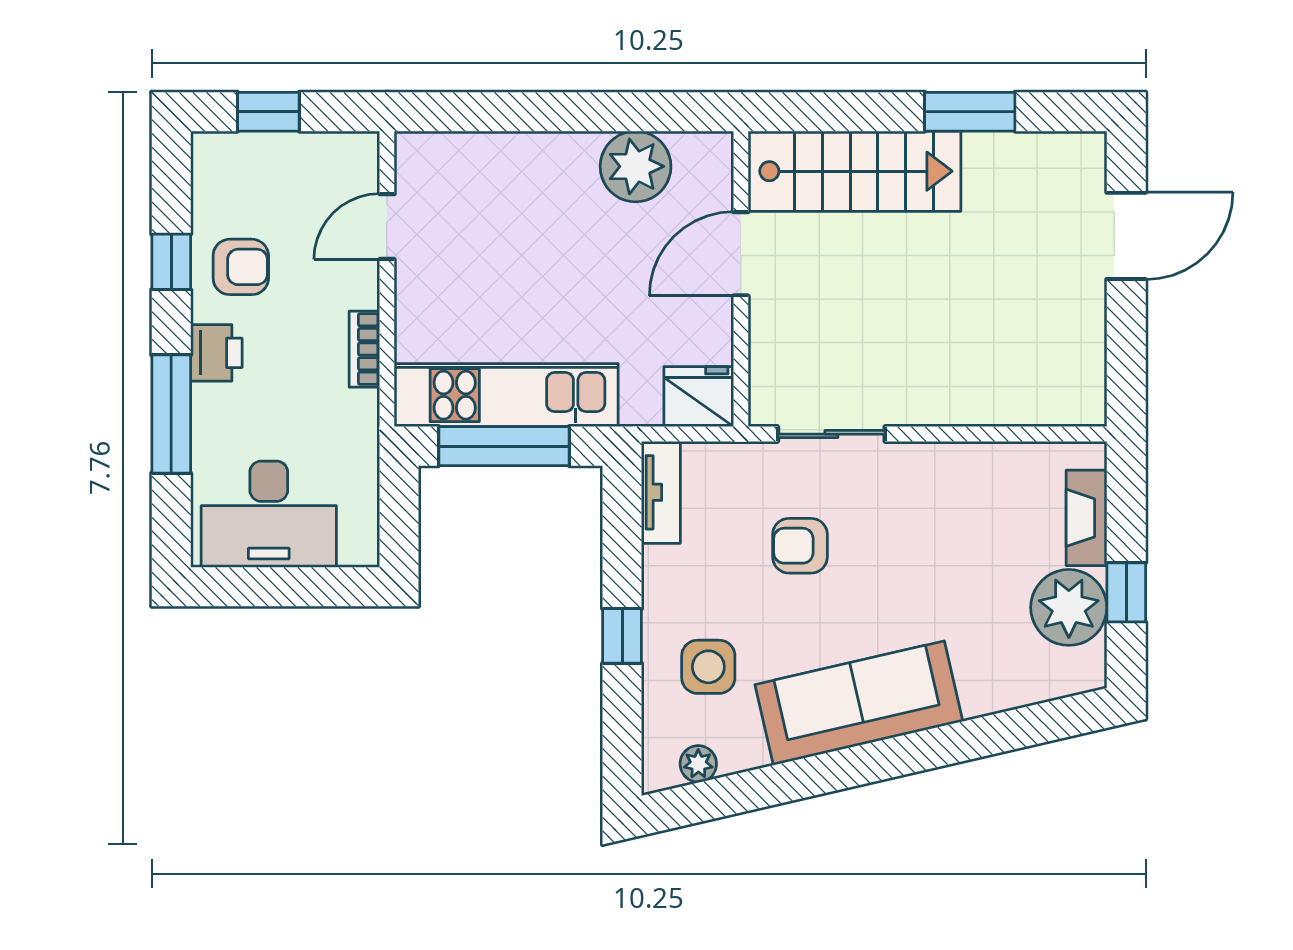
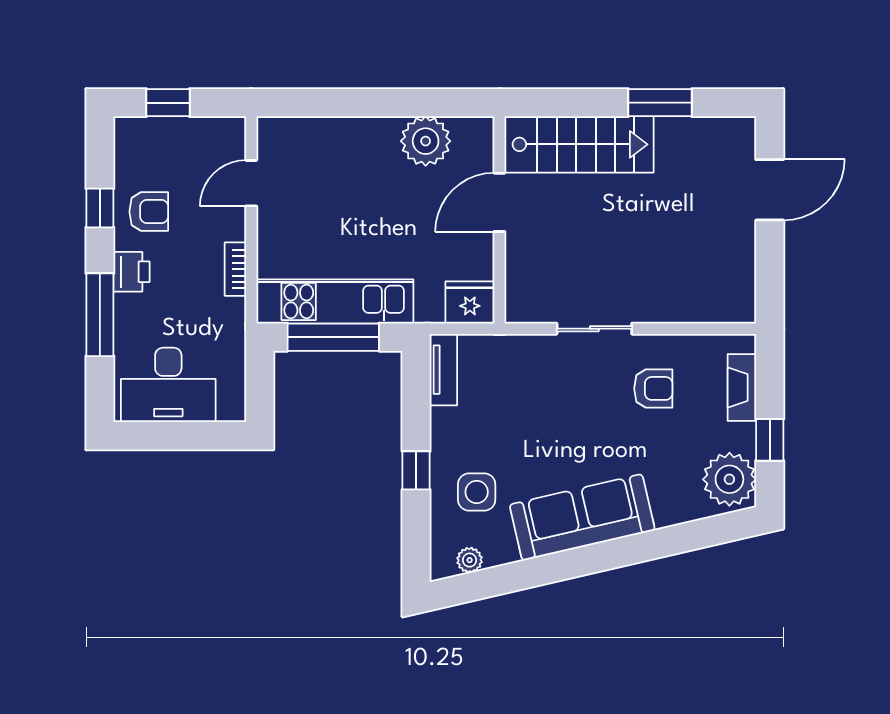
sliding door: (831, 434) -> (594, 329), moved
armchair: (800, 546) -> (653, 388), moved, turned 180
plant: (1069, 607) -> (729, 479), moved

